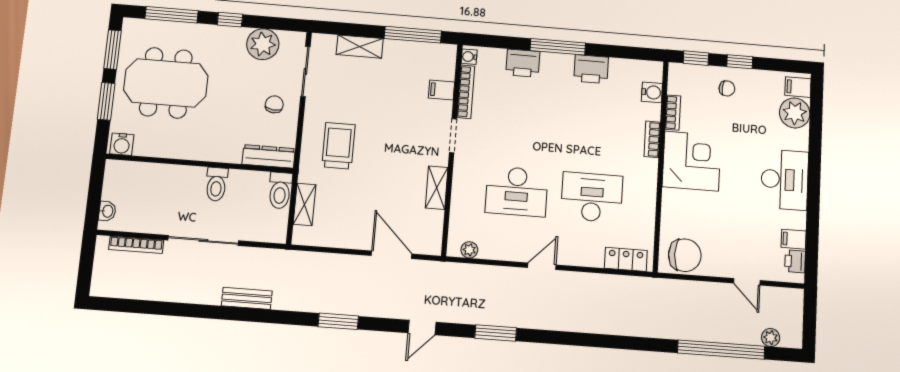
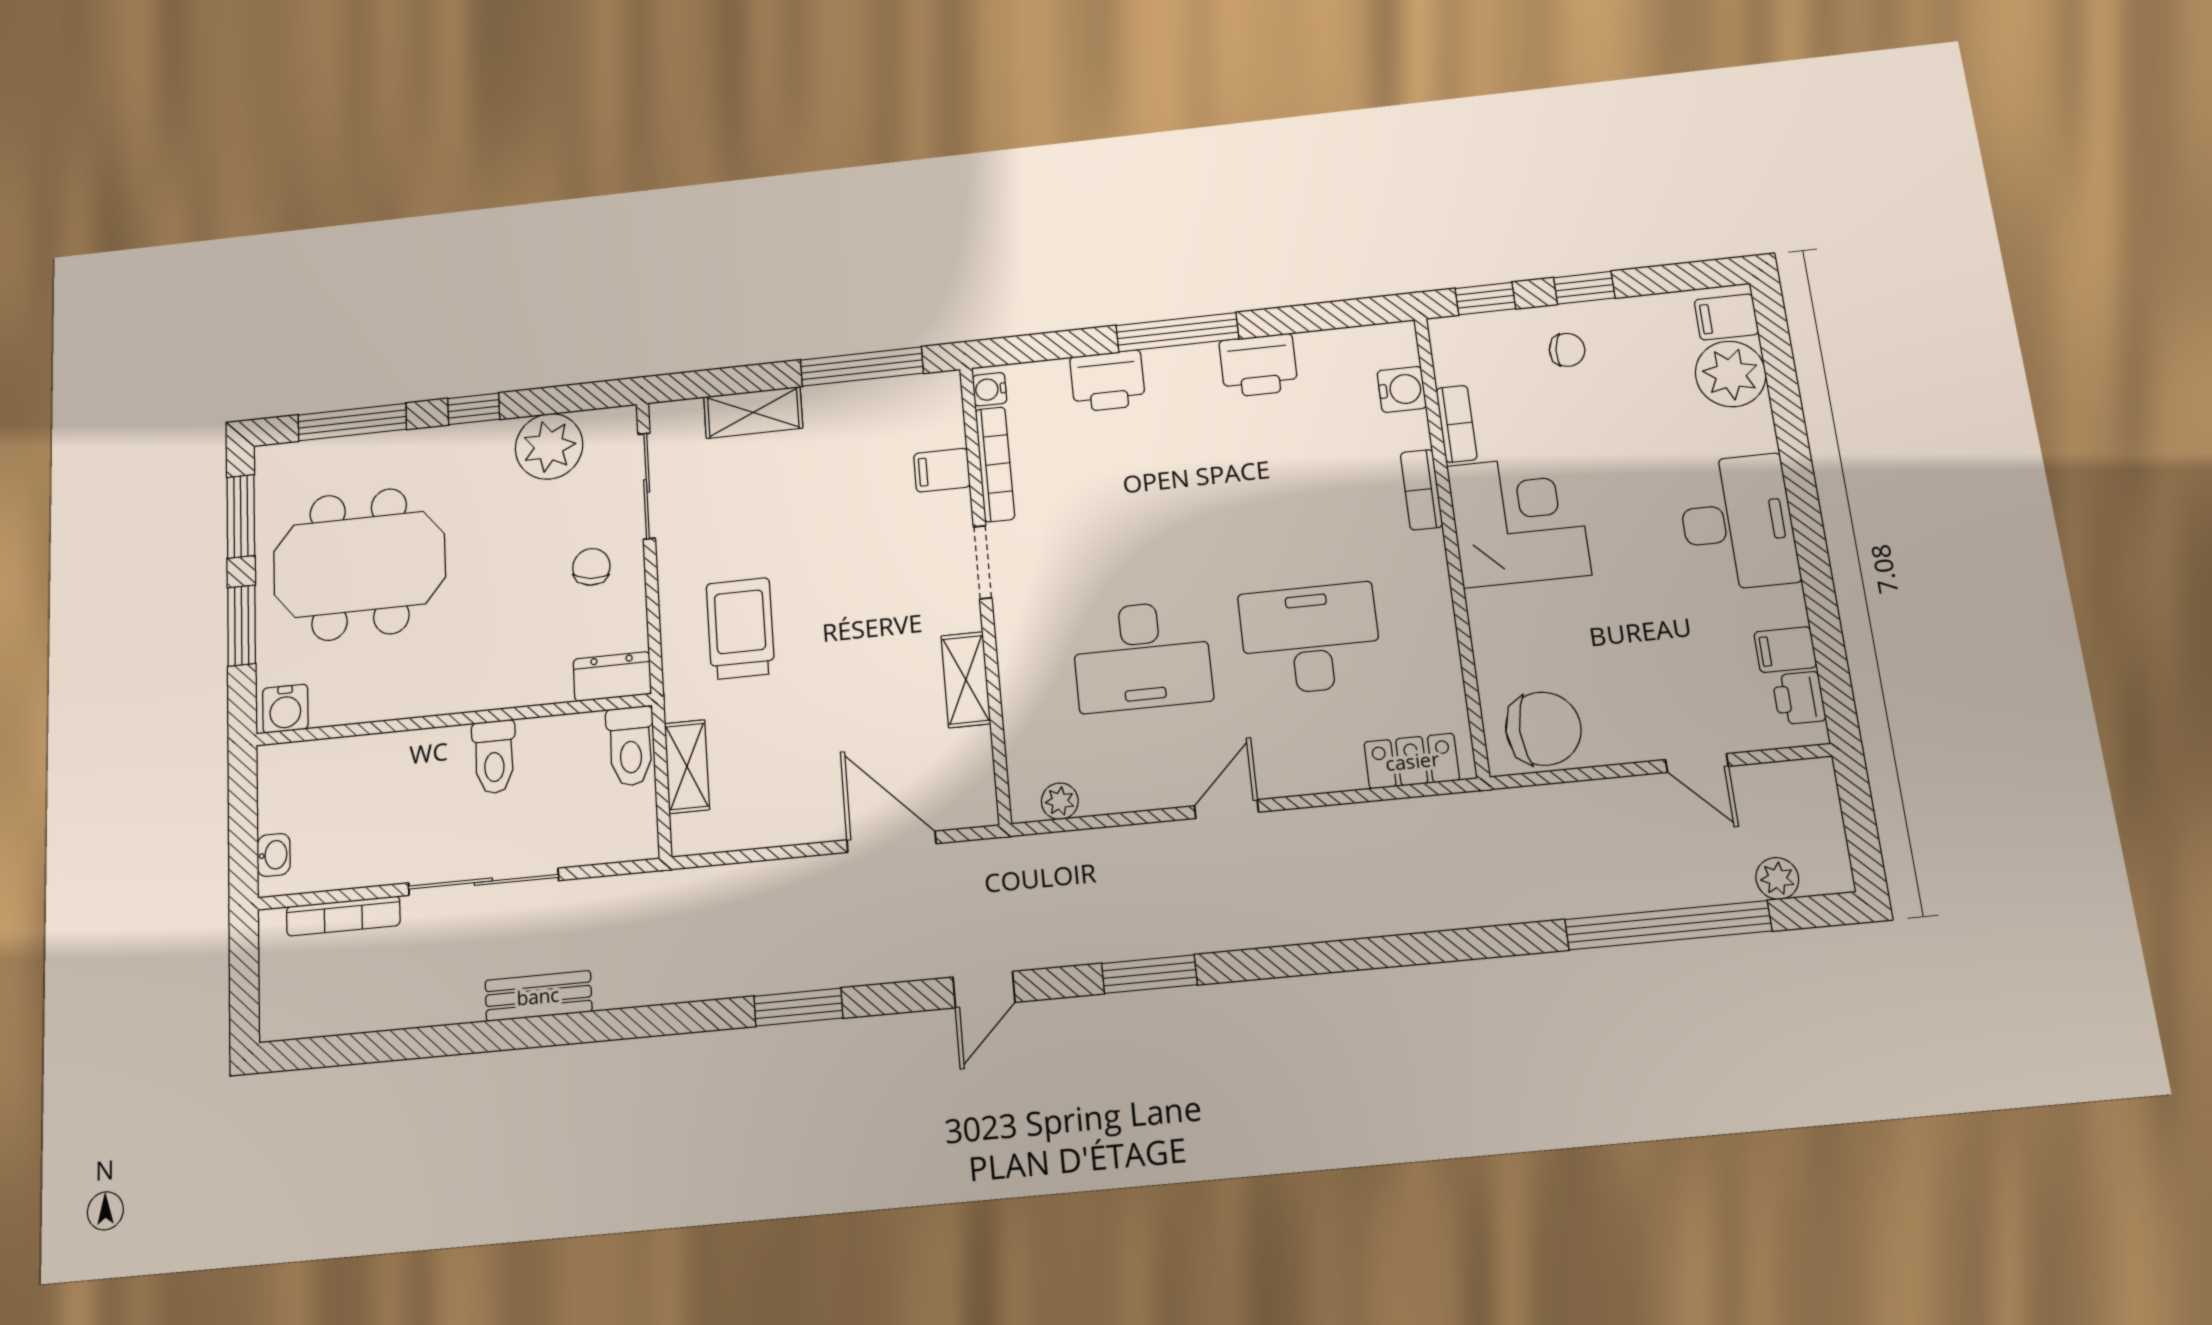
dresser: (269, 156) -> (612, 676), width x0.70
bench: (247, 298) -> (538, 996), moved

